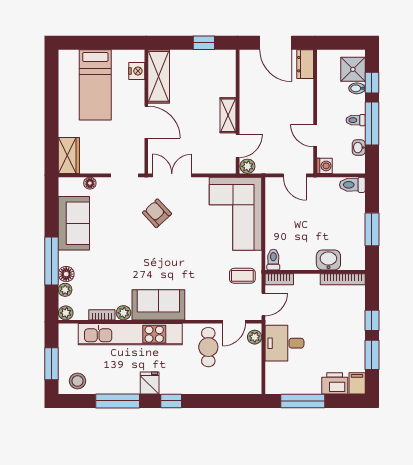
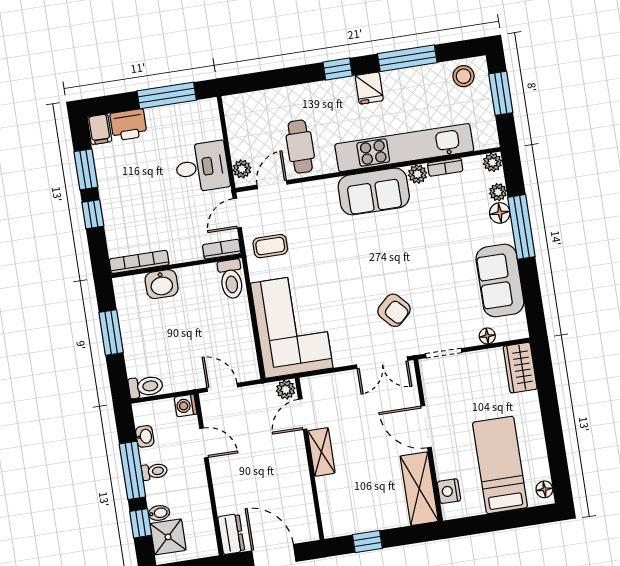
floor lamp: (65, 61) -> (544, 489), added
toilet: (273, 260) -> (231, 279), width x1.37, depth x1.39

